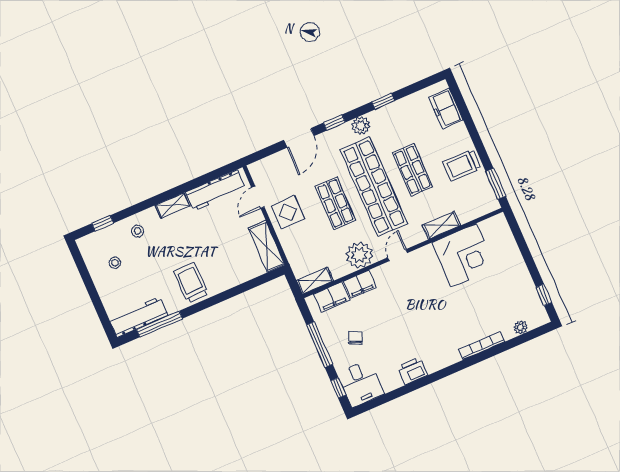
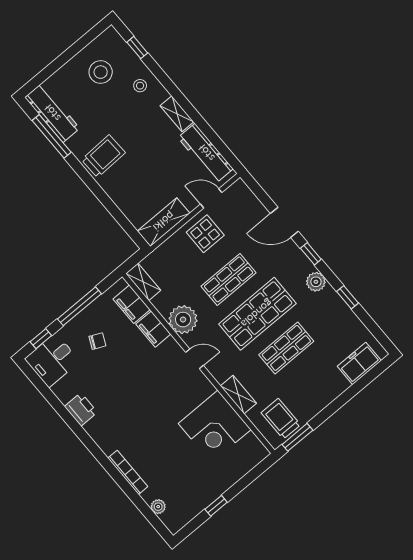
trolley: (462, 165) -> (281, 419), moved
shop shelf: (374, 187) -> (257, 314), width x0.71
stool: (115, 263) -> (101, 72), width x1.89, depth x1.89
window: (544, 295) -> (216, 506), moved

